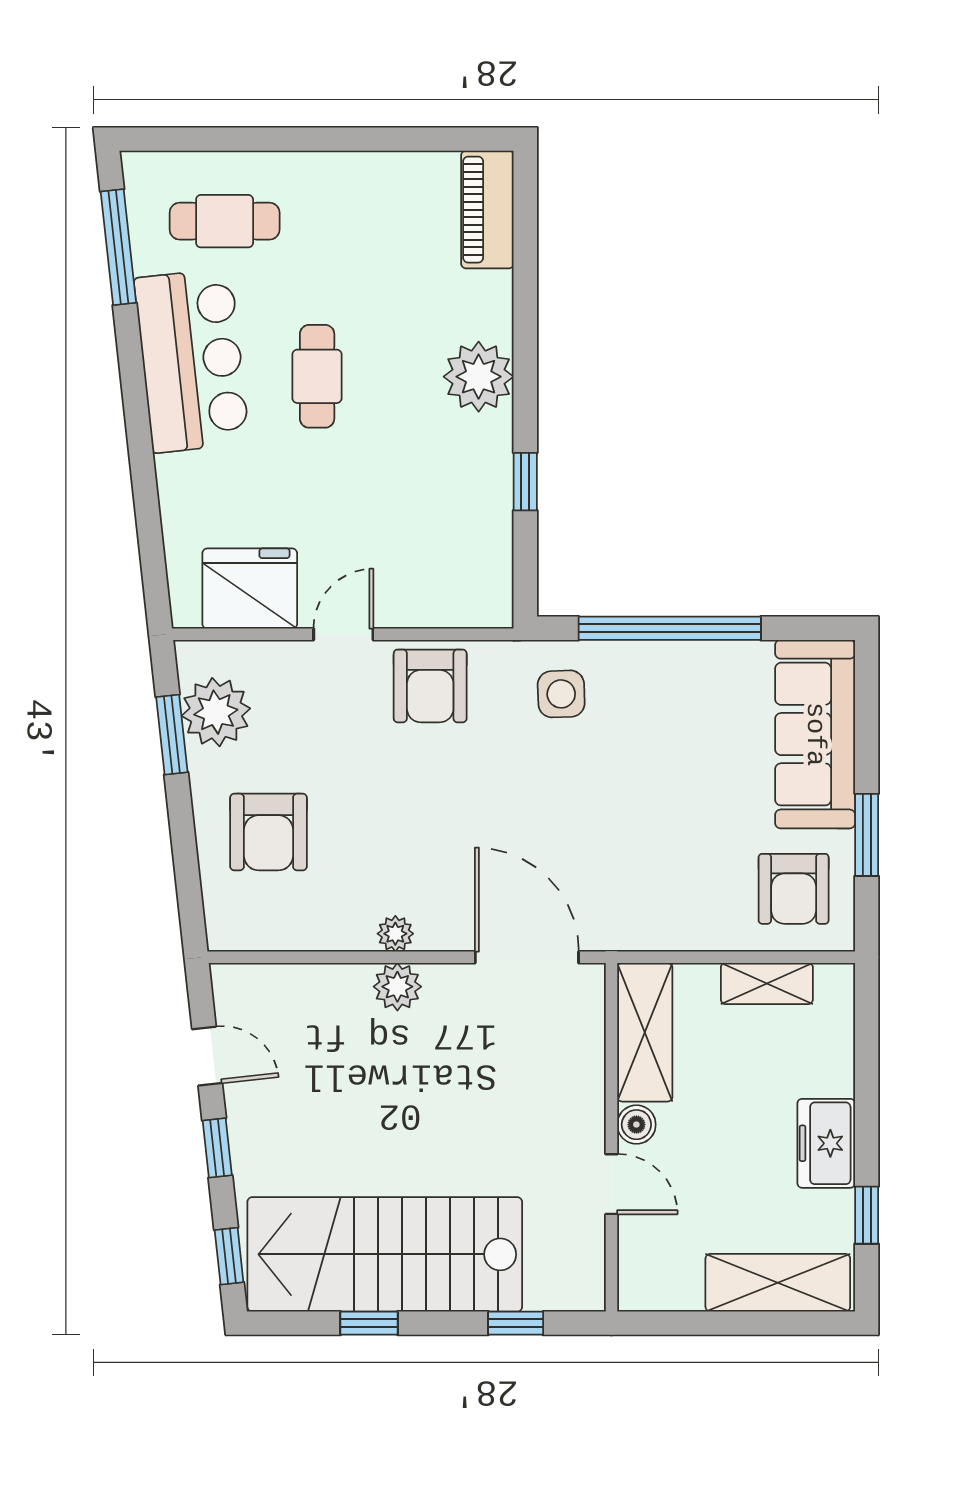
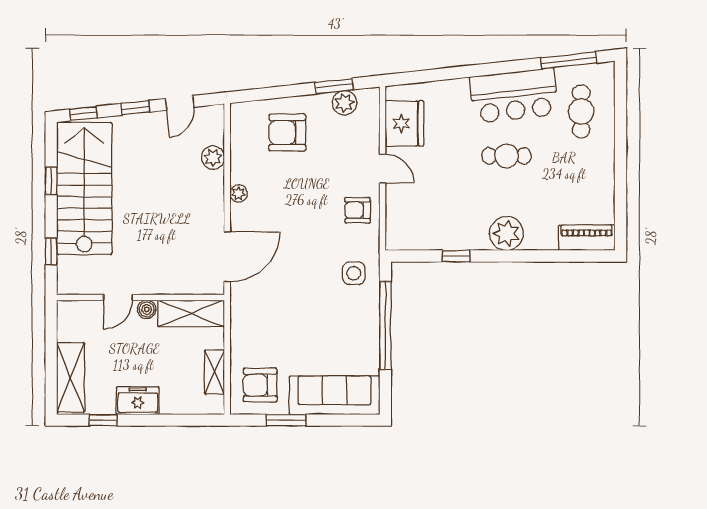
armchair: (430, 686) -> (358, 210), width x0.72, depth x0.72
plant: (216, 712) -> (345, 103), width x0.73, depth x0.73
plant: (397, 987) -> (213, 158), moved

